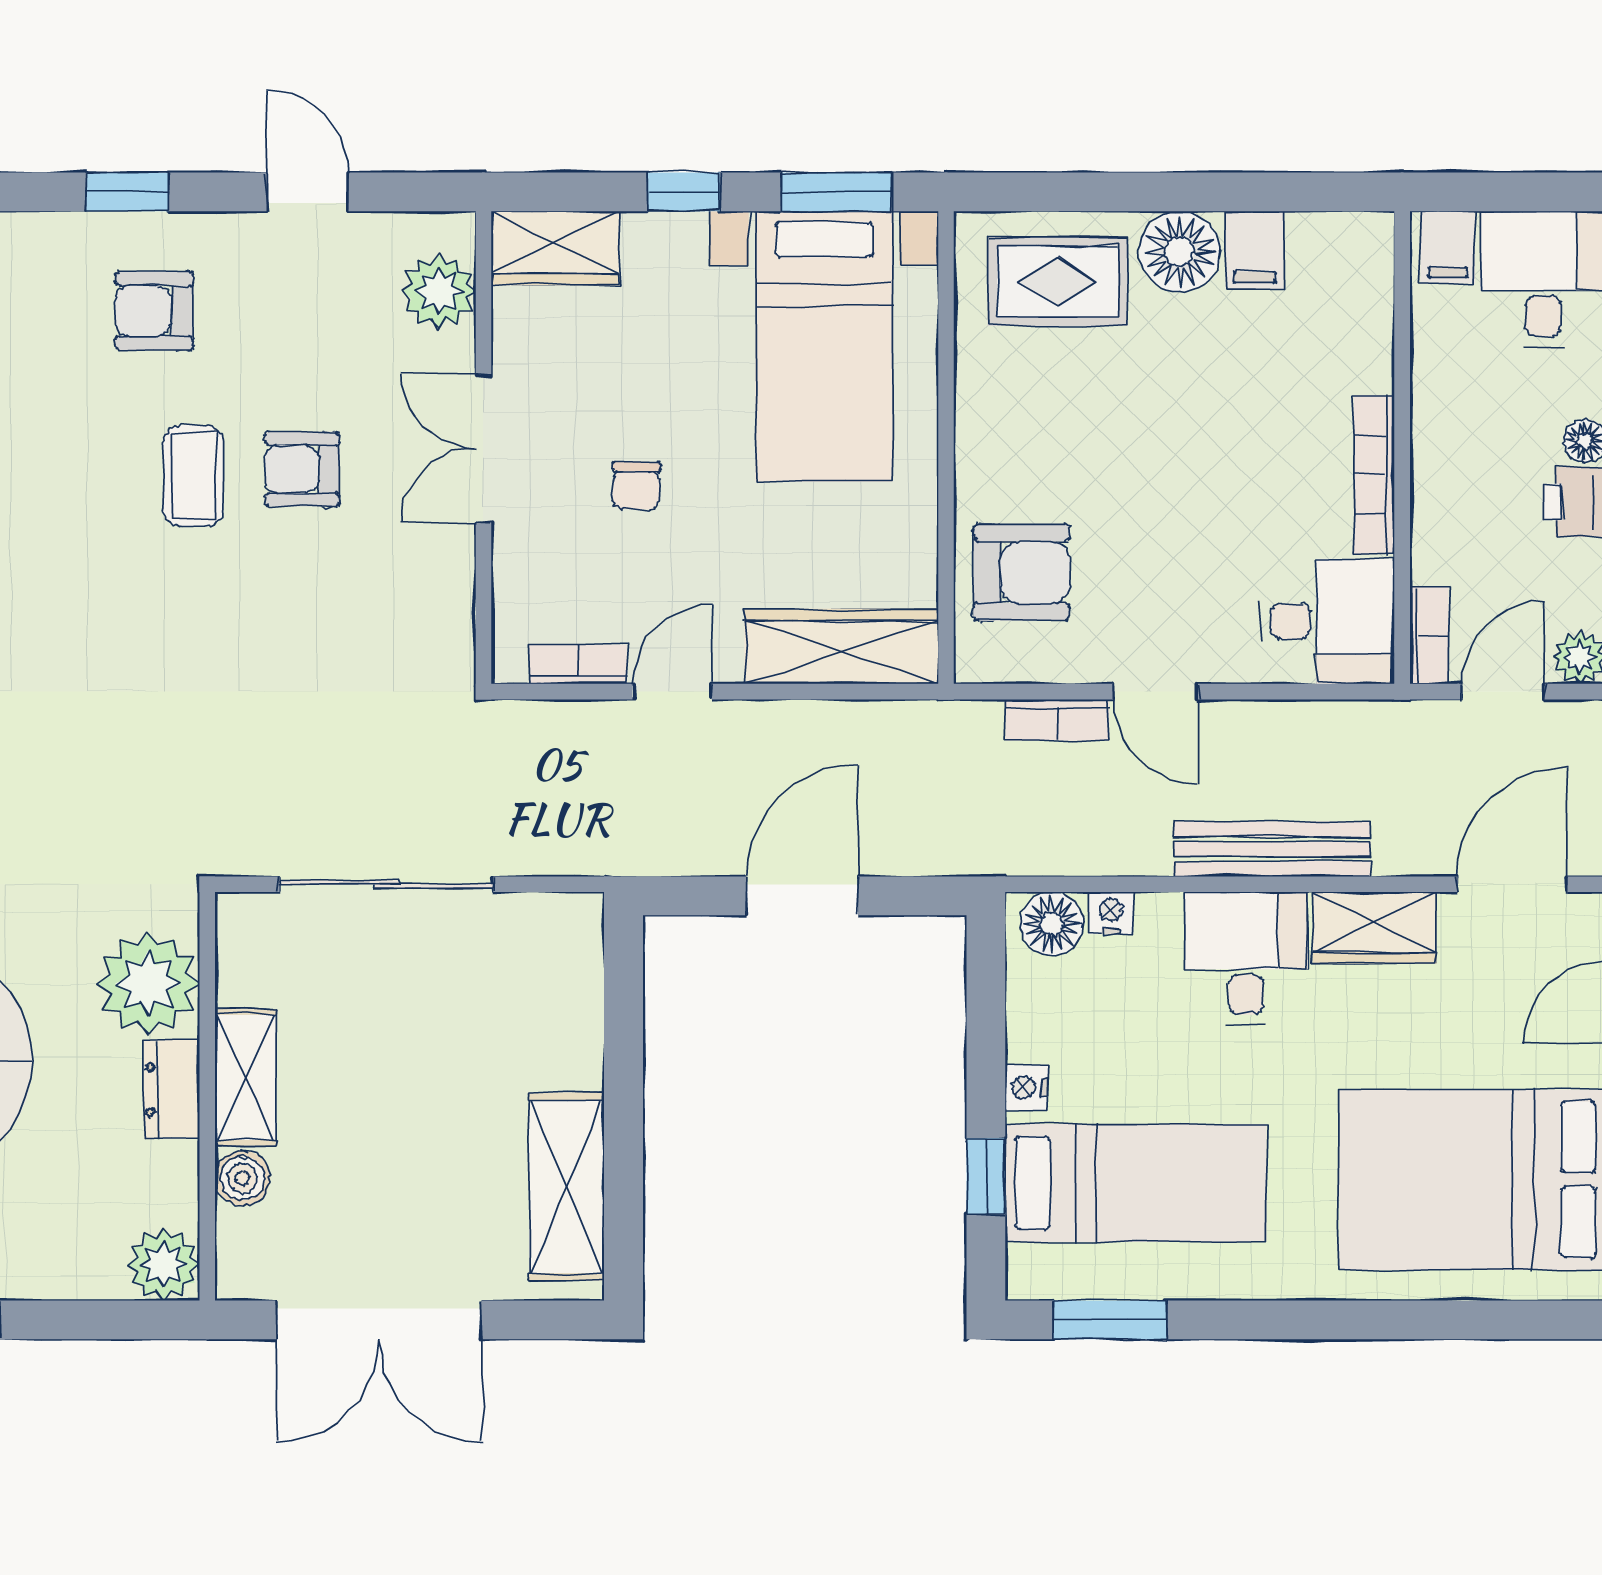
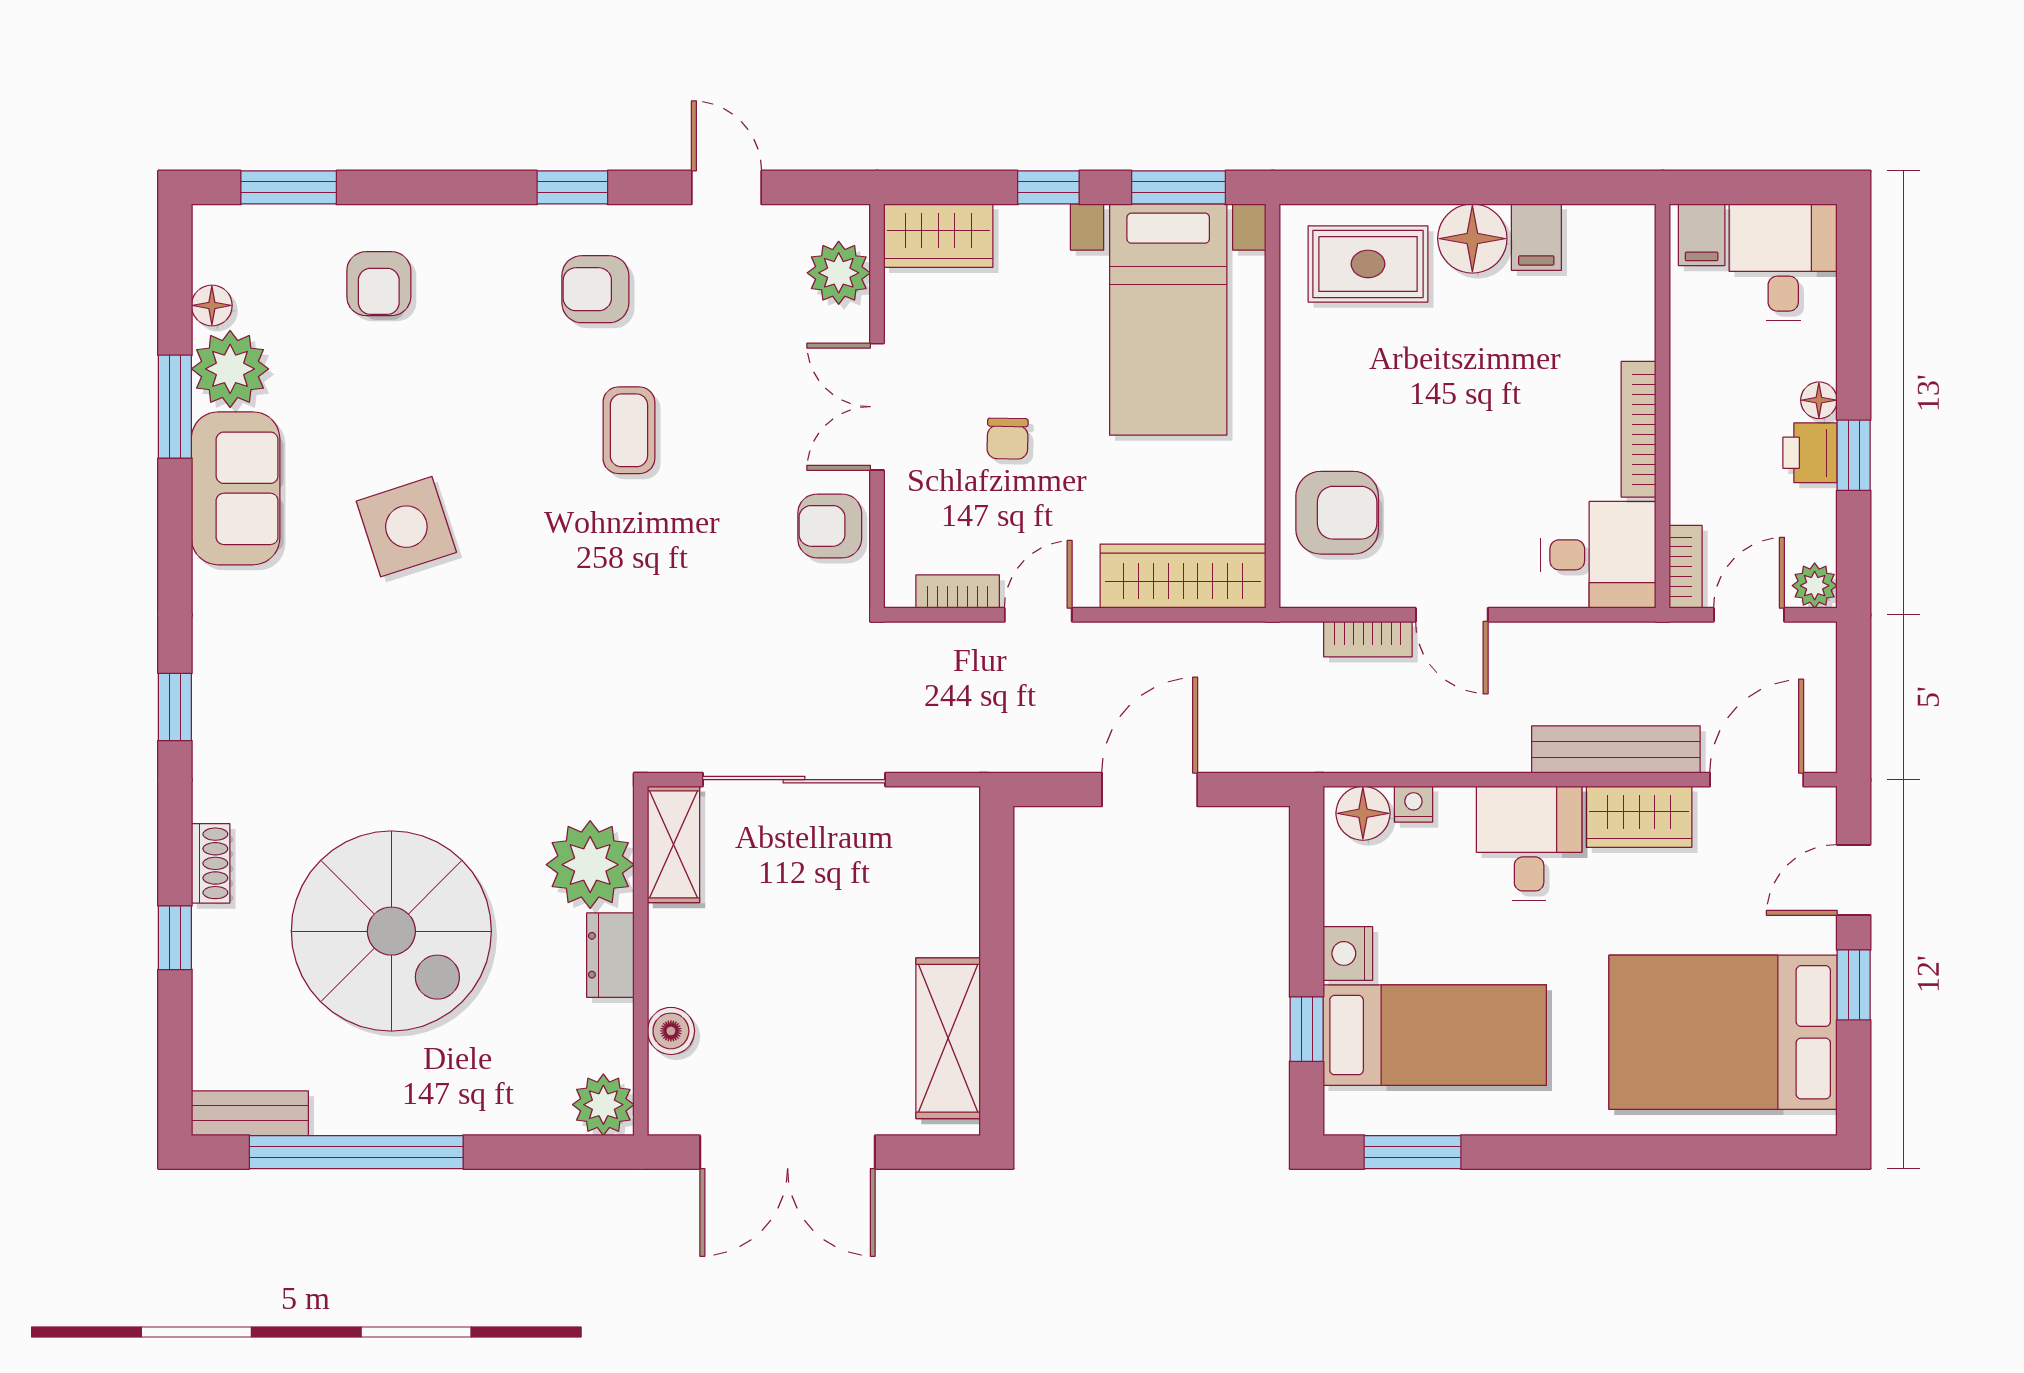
armchair: (302, 469) -> (830, 526), moved
bench: (1272, 849) -> (1616, 749), moved
shelving: (246, 1077) -> (674, 844), moved
nightstand: (1026, 1088) -> (1348, 953), width x1.39, depth x1.35

